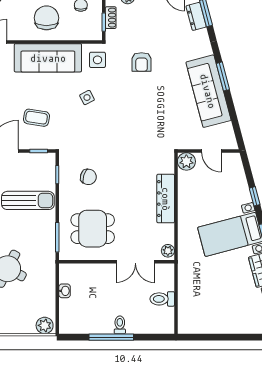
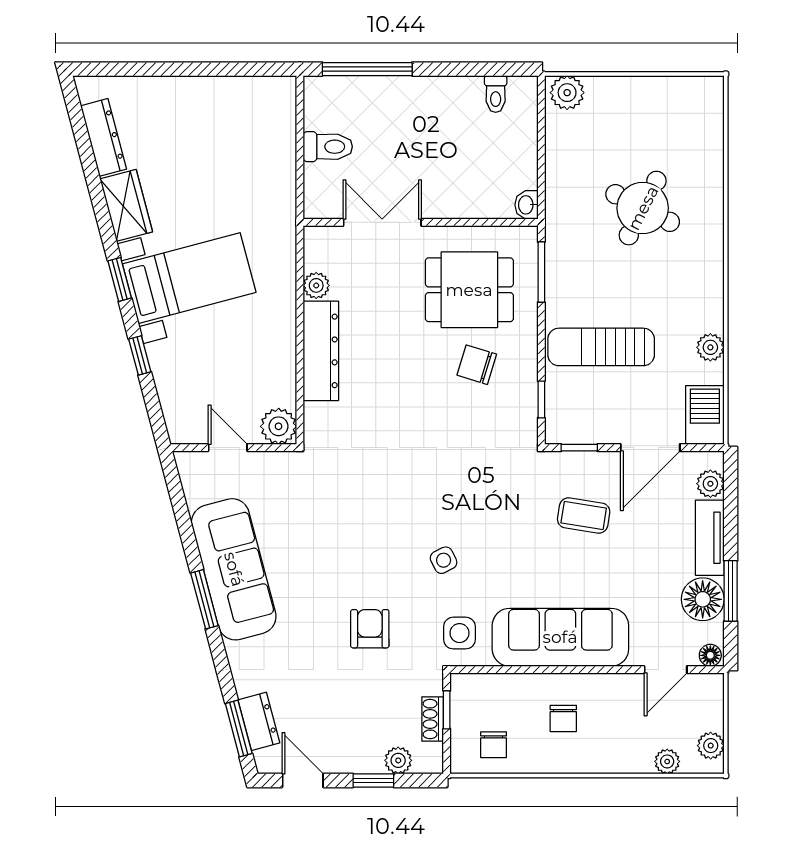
chair: (46, 18) -> (563, 718), width x0.54, depth x0.54
side table: (87, 98) -> (444, 560), moved
chair: (88, 177) -> (477, 365), moved
plant: (168, 251) -> (316, 285), moved
washbasin: (65, 291) -> (527, 205), moved
toilet: (120, 325) -> (496, 94), moved
window: (111, 337) -> (367, 69), moved

